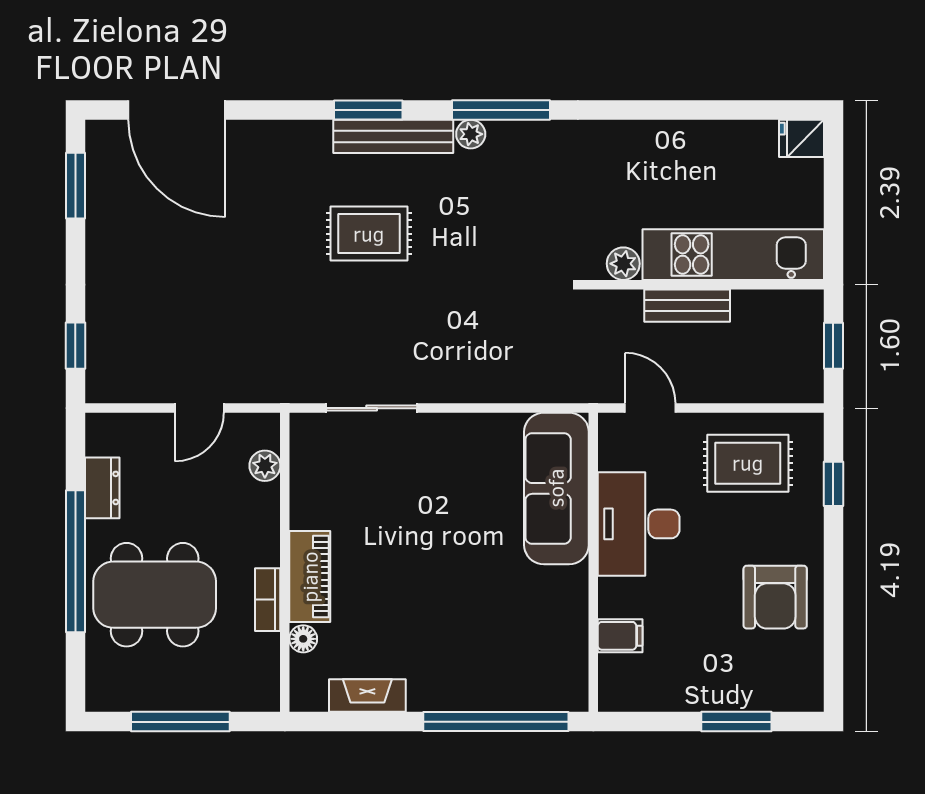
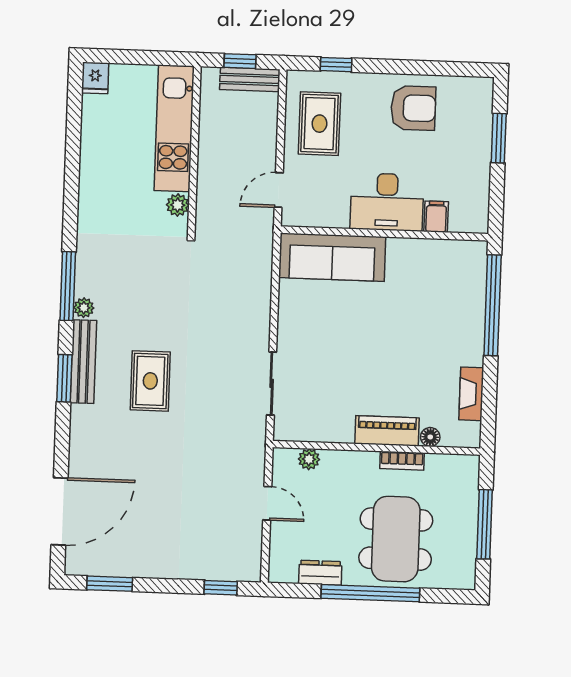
bench: (687, 306) -> (250, 79), moved, turned 90
desk: (639, 524) -> (387, 202), moved

